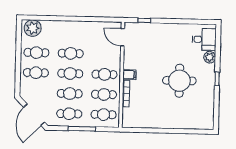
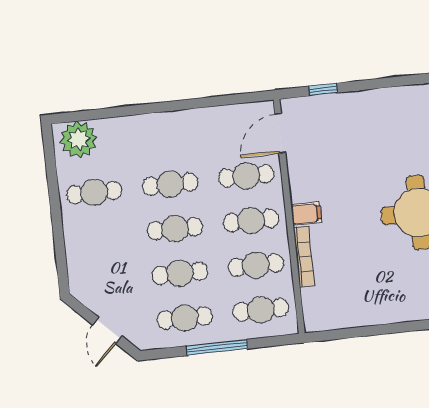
door: (123, 37) -> (280, 133), hinge flipped
cafe table: (36, 73) -> (246, 176), moved
door: (34, 115) -> (107, 330), width x0.53

